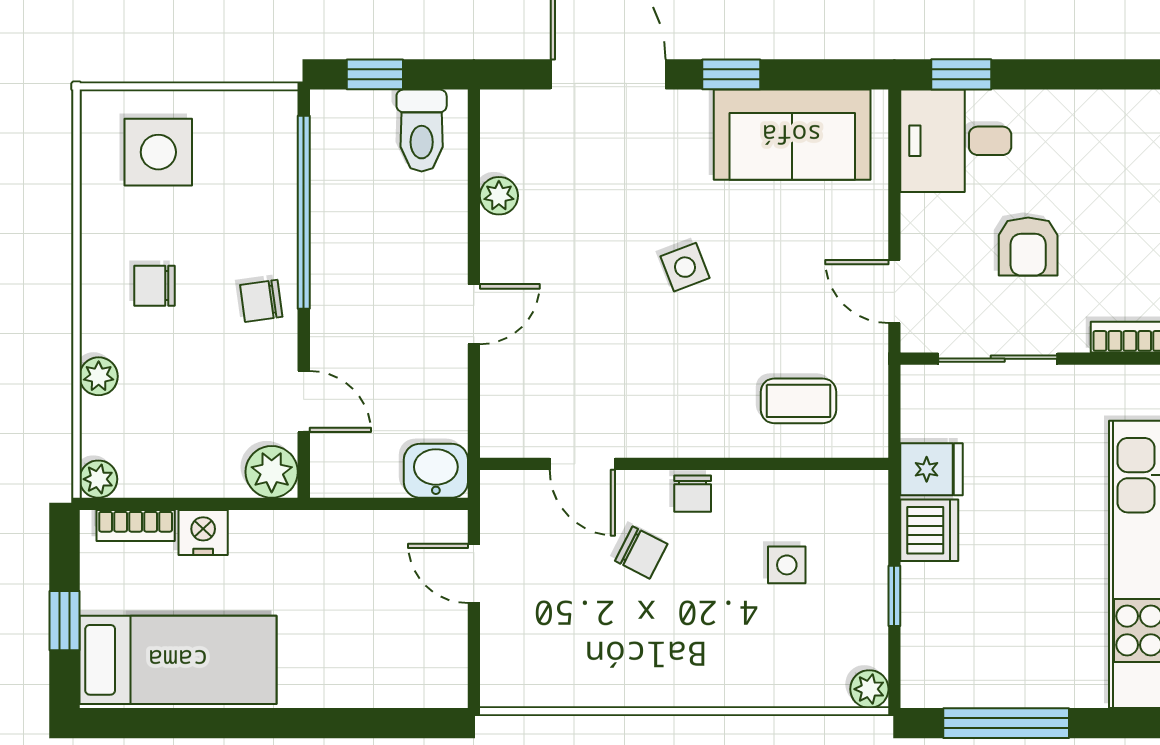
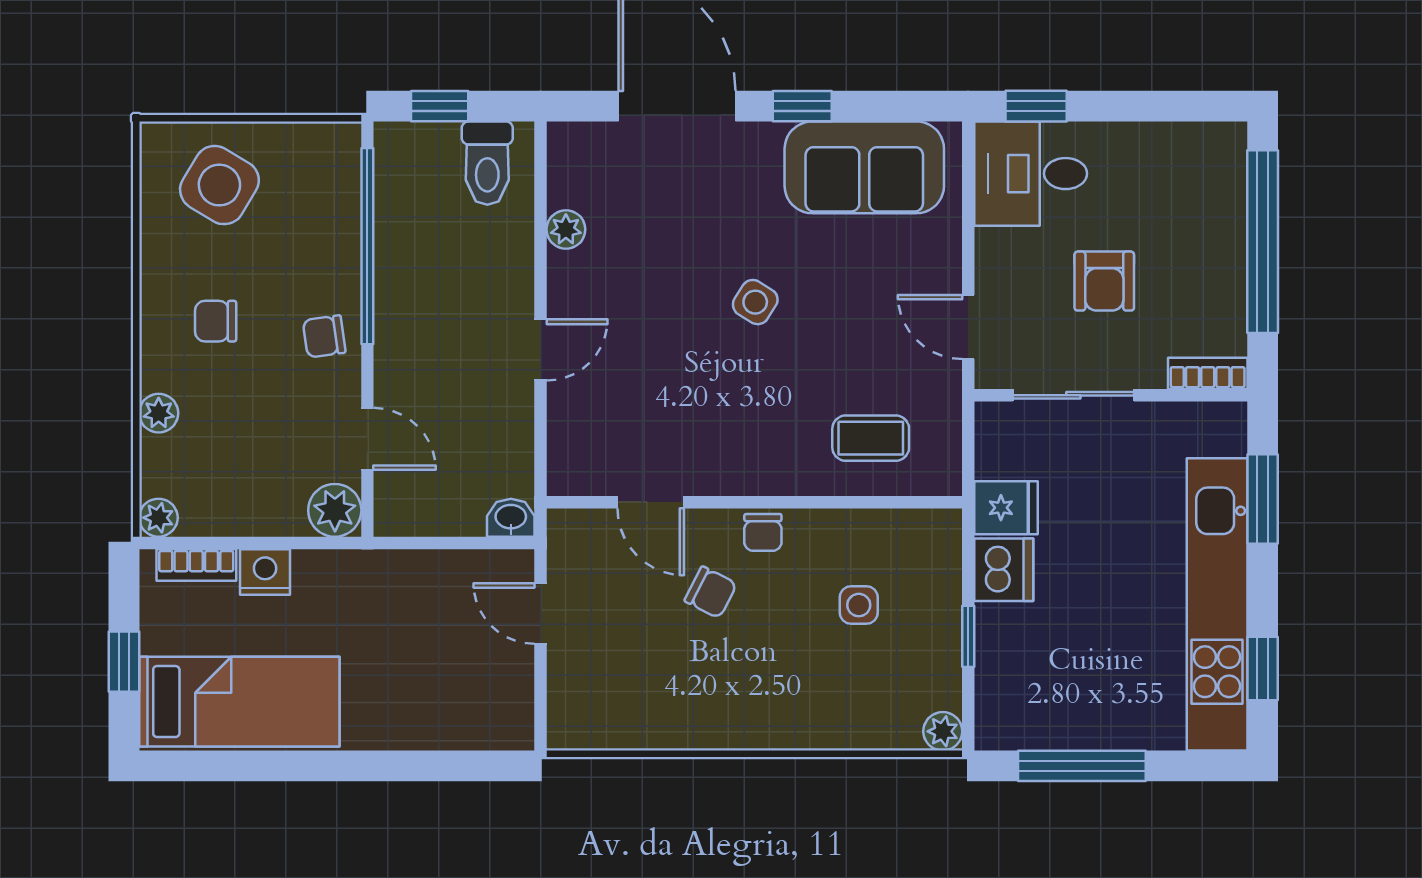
side table: (158, 152) -> (219, 185), turned 31
side table: (685, 267) -> (755, 302), turned -37
washbasin: (436, 471) -> (511, 518), width x0.72, depth x0.69

